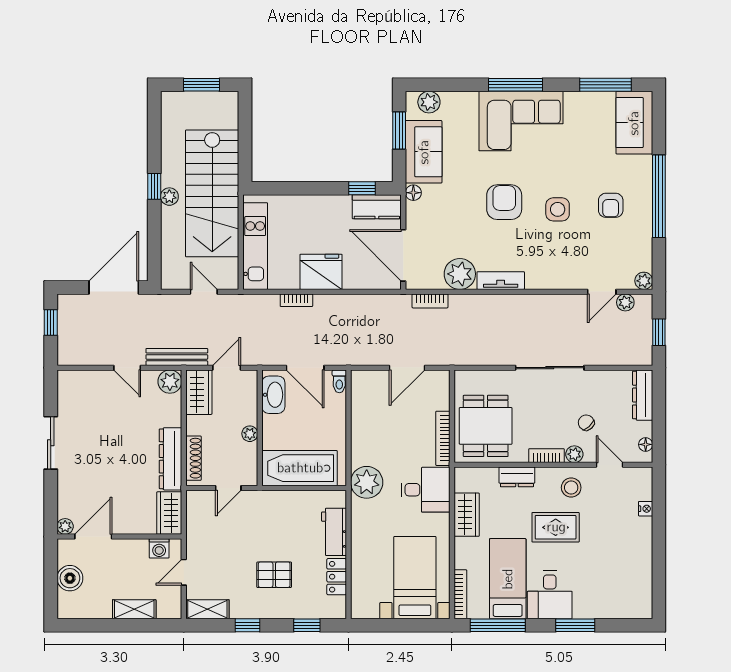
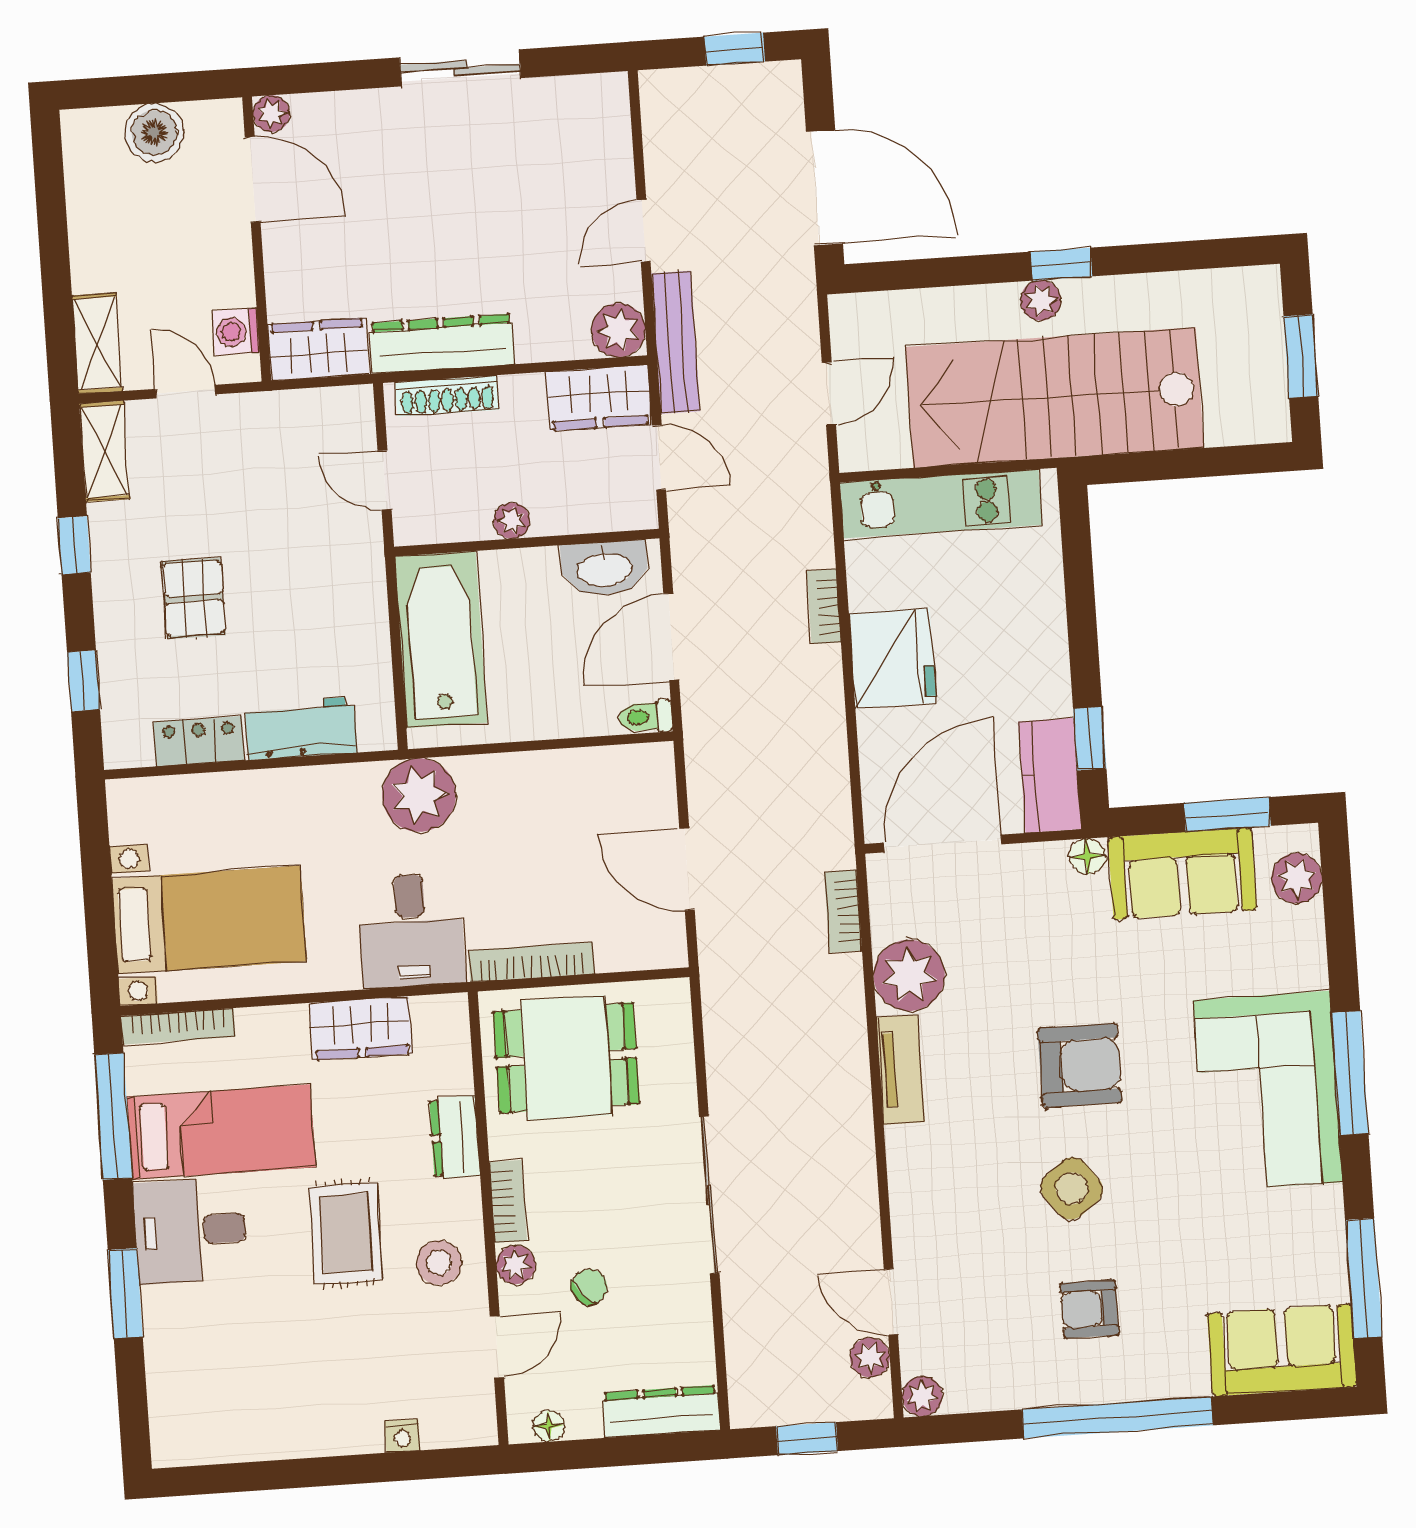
side table: (558, 209) -> (1072, 1188), turned -37
shelving: (134, 609) -> (97, 343), moved

